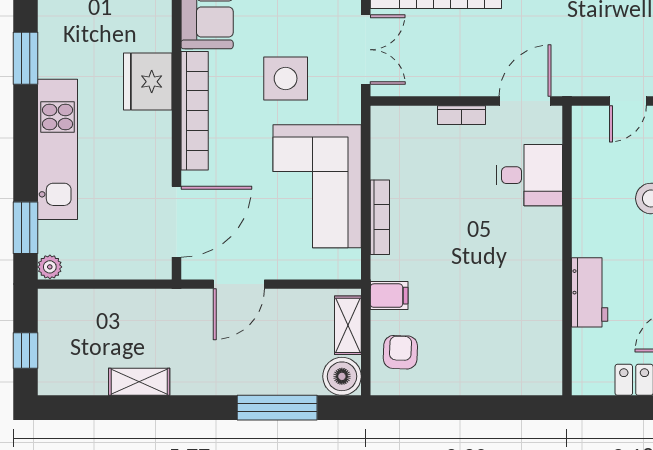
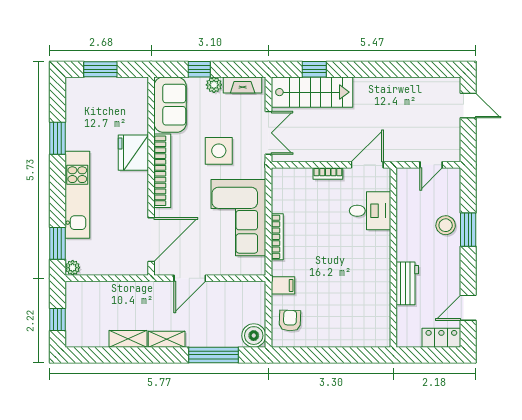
shelving: (348, 325) -> (167, 339), moved, turned 90

